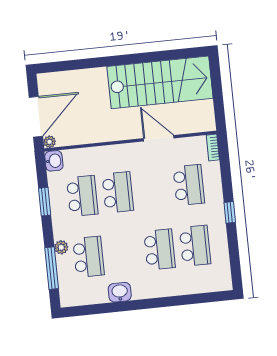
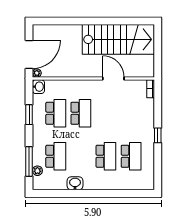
school desk: (189, 185) -> (131, 113), removed
plant: (61, 247) -> (37, 171), moved

